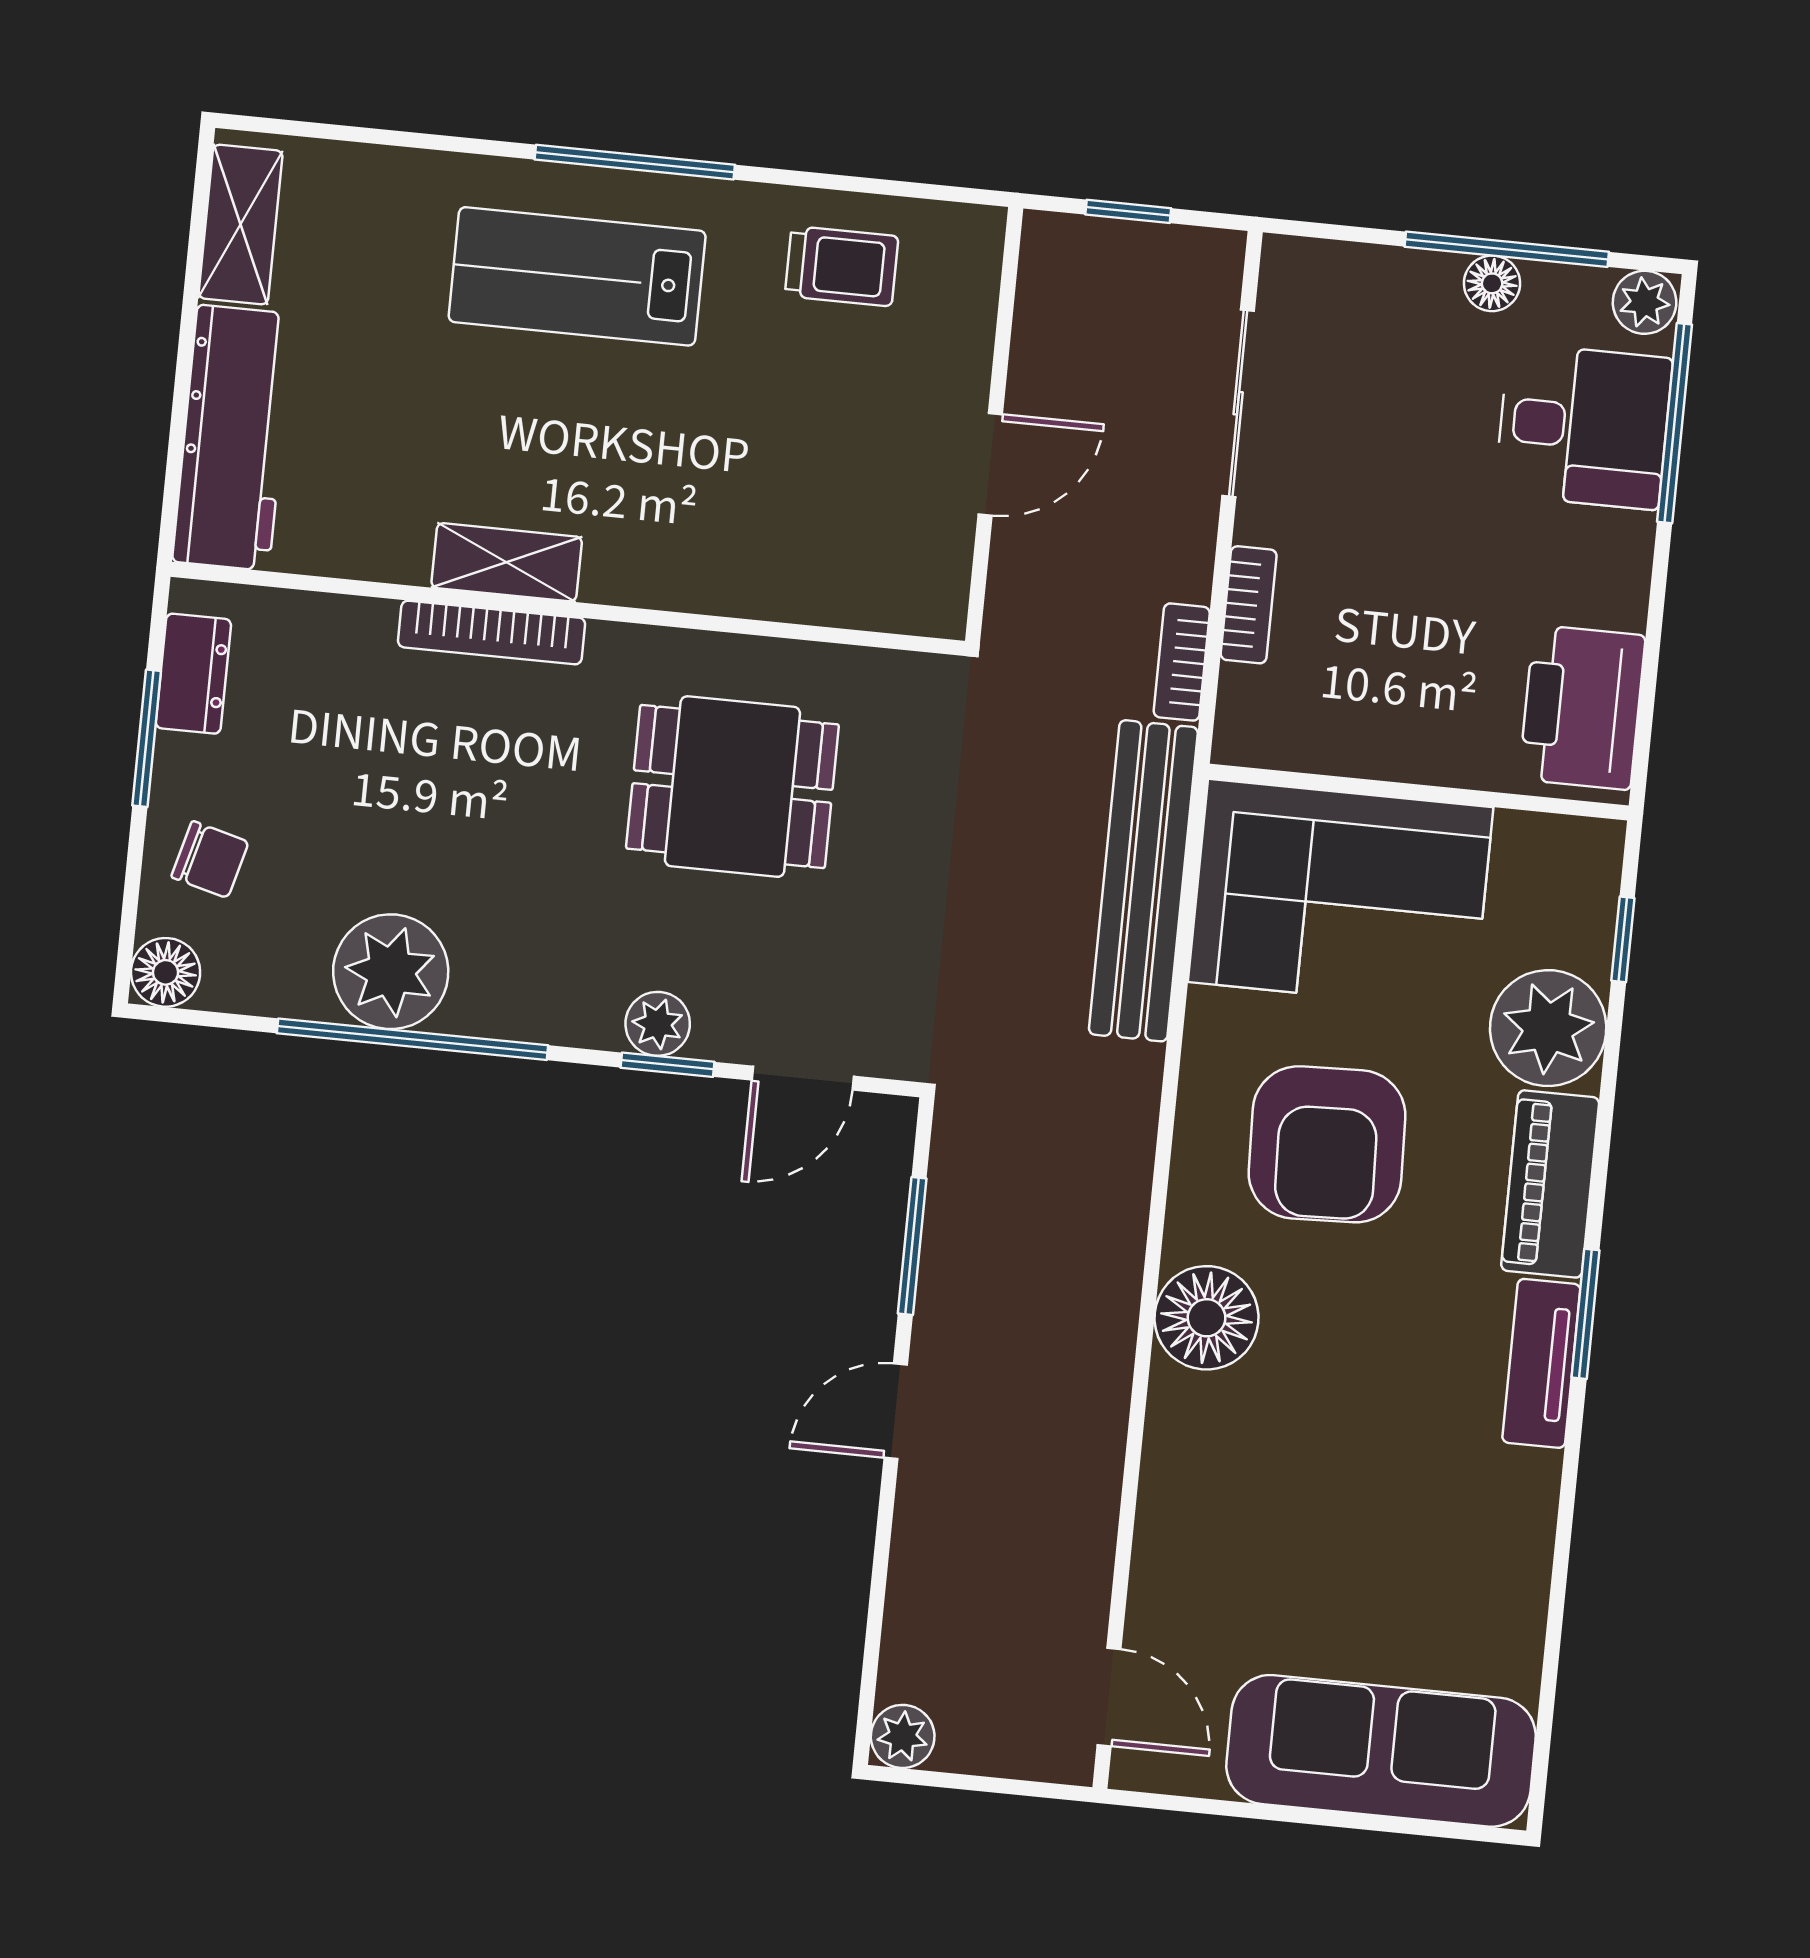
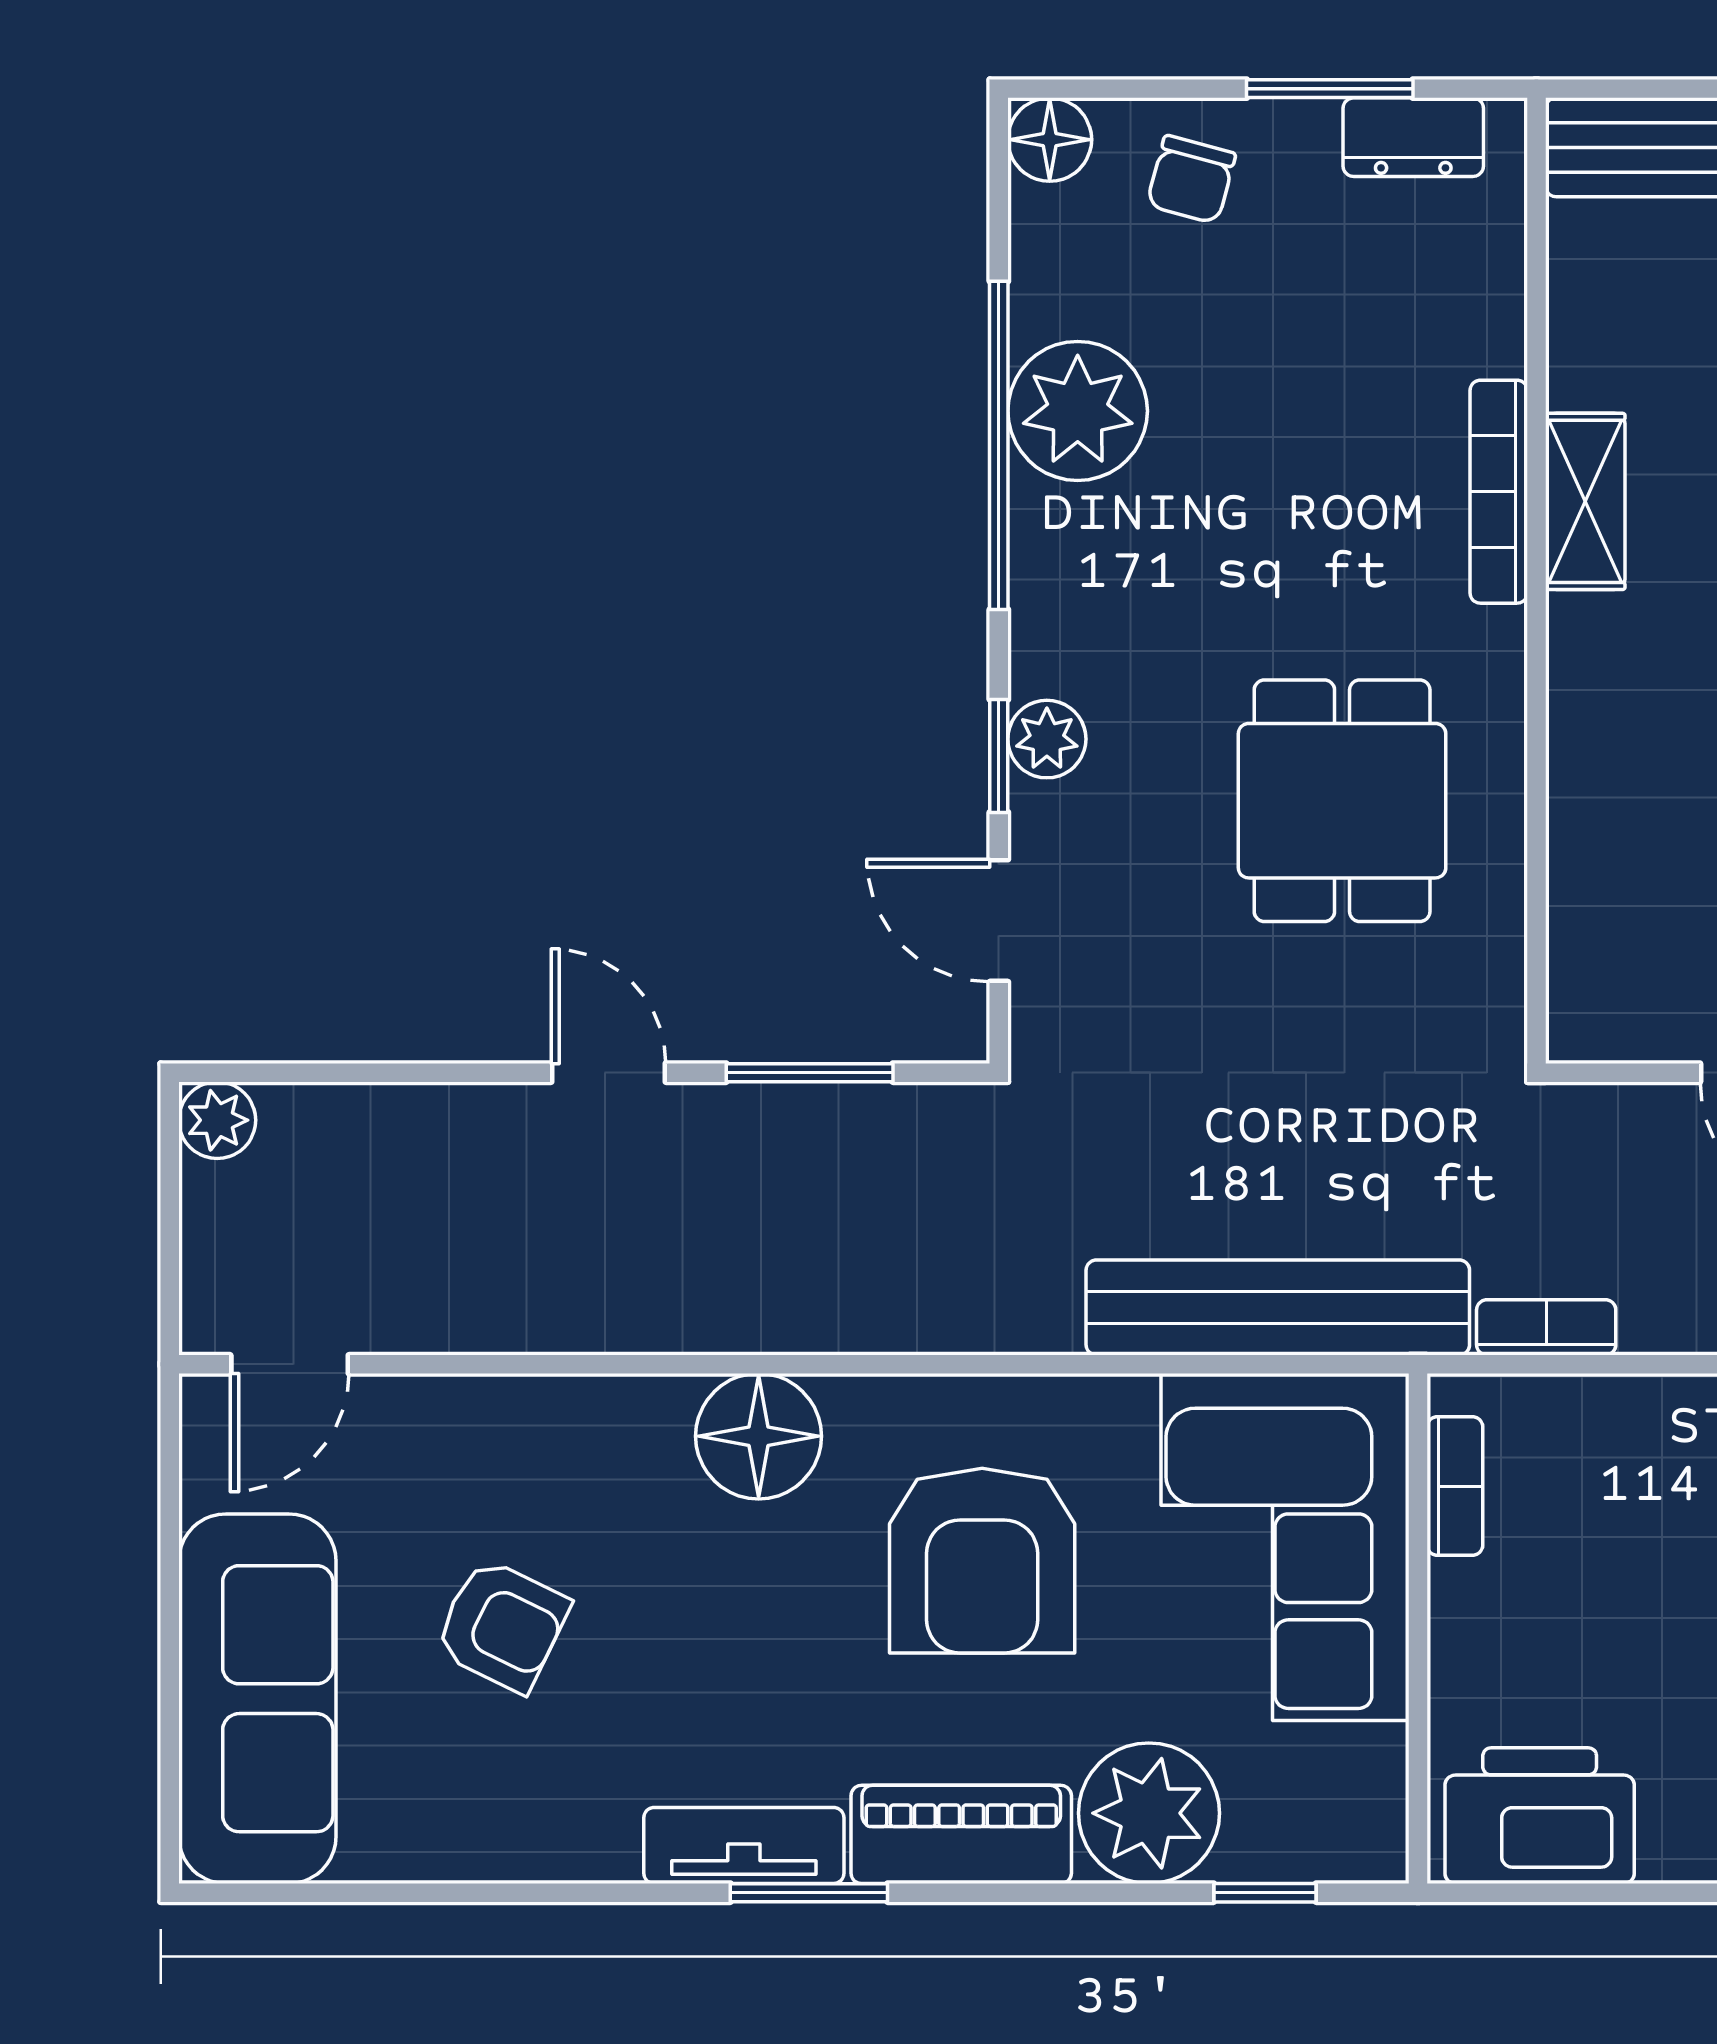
bookcase: (1249, 605) -> (1455, 1486), moved, turned -90
armchair: (1327, 1144) -> (982, 1561), turned -88
armchair: (1341, 1544) -> (502, 1625), added

